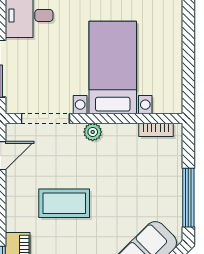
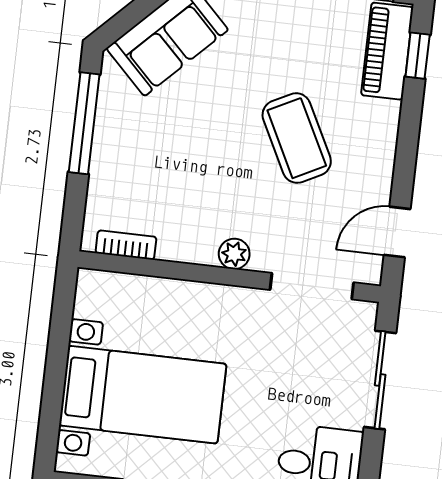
bed with nightstands: (113, 67) -> (143, 395), moved, turned -90
coffee table: (64, 203) -> (297, 138), turned 63

